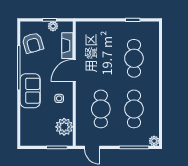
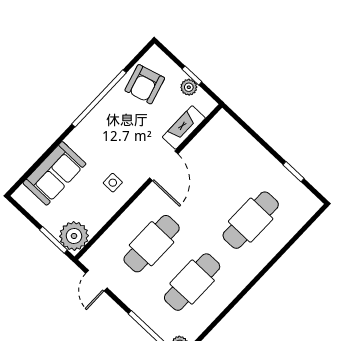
door: (74, 70) -> (164, 166), swing flipped
sofa: (30, 91) -> (54, 173), moved
plant: (64, 127) -> (74, 236), moved

